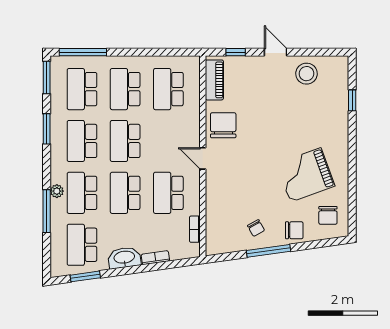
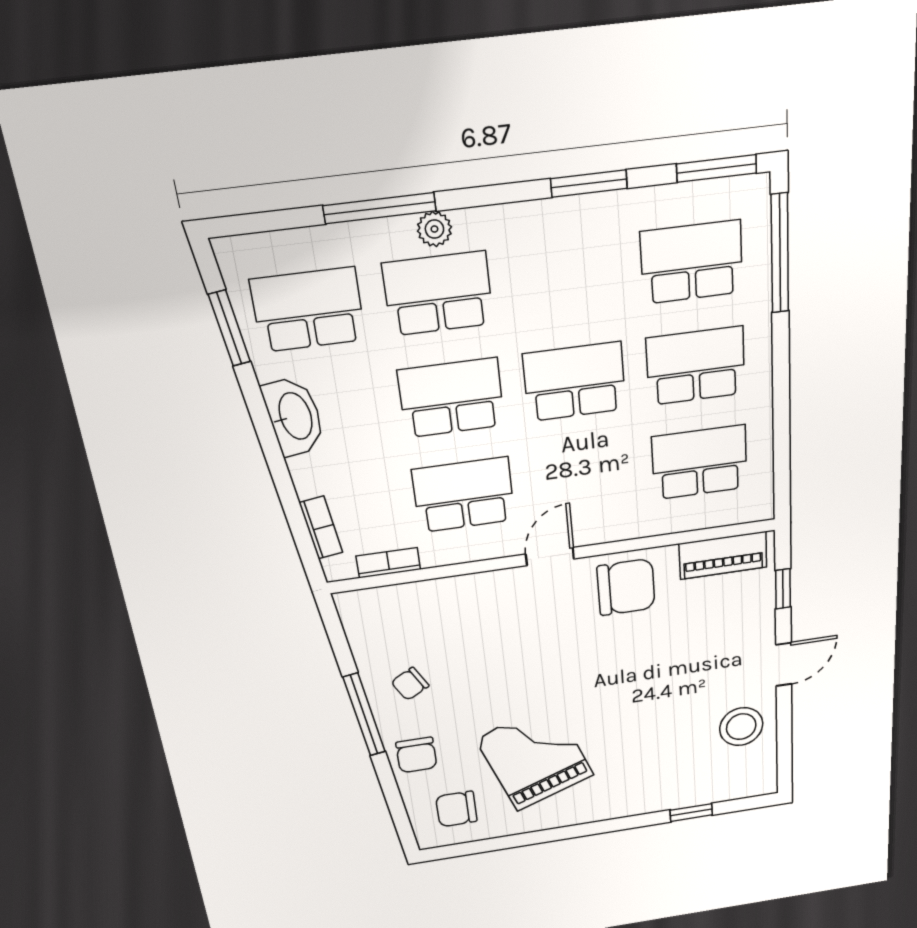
school desk: (82, 141) -> (566, 278), removed
bookcase: (155, 258) -> (321, 528), moved

